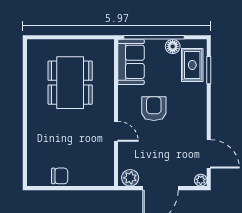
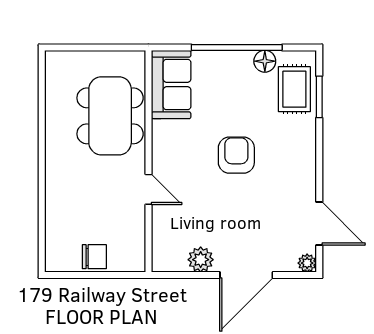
sofa: (131, 62) -> (171, 85), moved
wall: (116, 113) -> (148, 161), moved
door: (116, 131) -> (148, 189), moved

